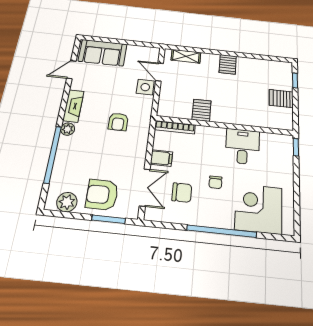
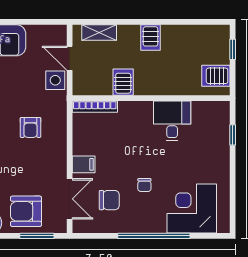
server rack: (201, 110) -> (123, 82), moved
wall: (225, 126) -> (151, 98), moved
bookcase: (175, 127) -> (95, 107), moved
desk: (242, 146) -> (172, 121), moved

